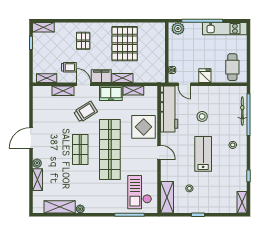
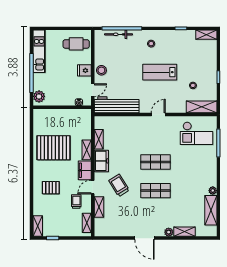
stool: (202, 116) -> (101, 70), moved
display table: (144, 127) -> (134, 130), removed
shop shelf: (110, 150) -> (156, 162), width x0.50, depth x0.74

